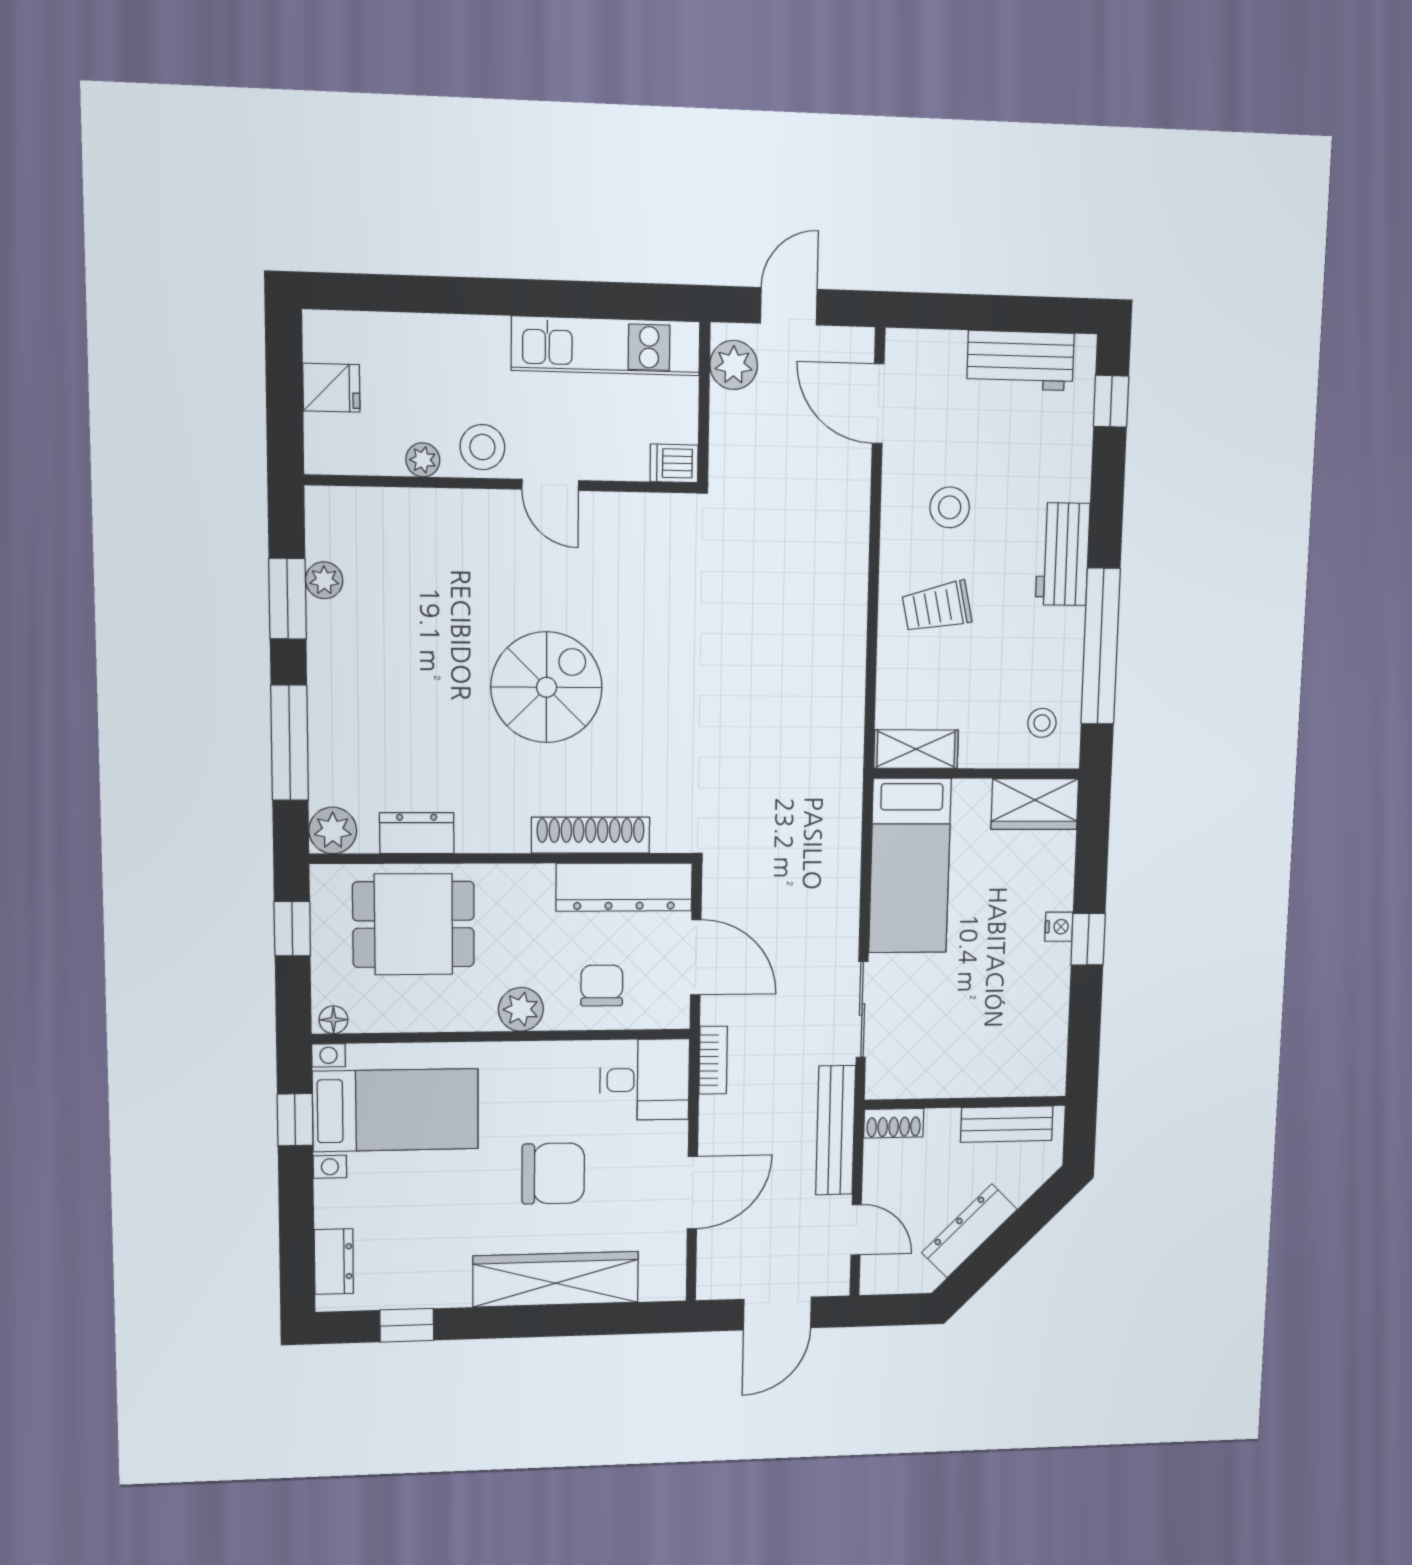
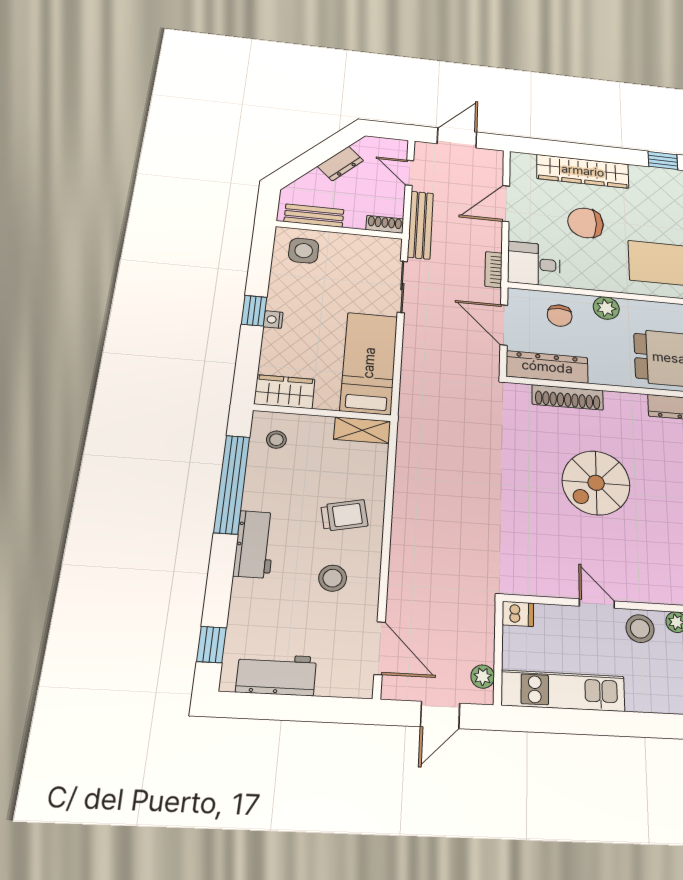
plant: (734, 365) -> (483, 677), width x0.73, depth x0.73
side table: (1020, 1057) -> (304, 251), added
dresser: (969, 1231) -> (340, 163), width x0.70

